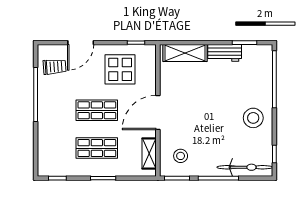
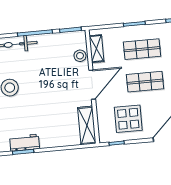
shelving: (185, 53) -> (87, 125), moved, turned 90
workbench: (225, 53) -> (25, 143), moved
stool: (181, 156) -> (80, 56), moved

